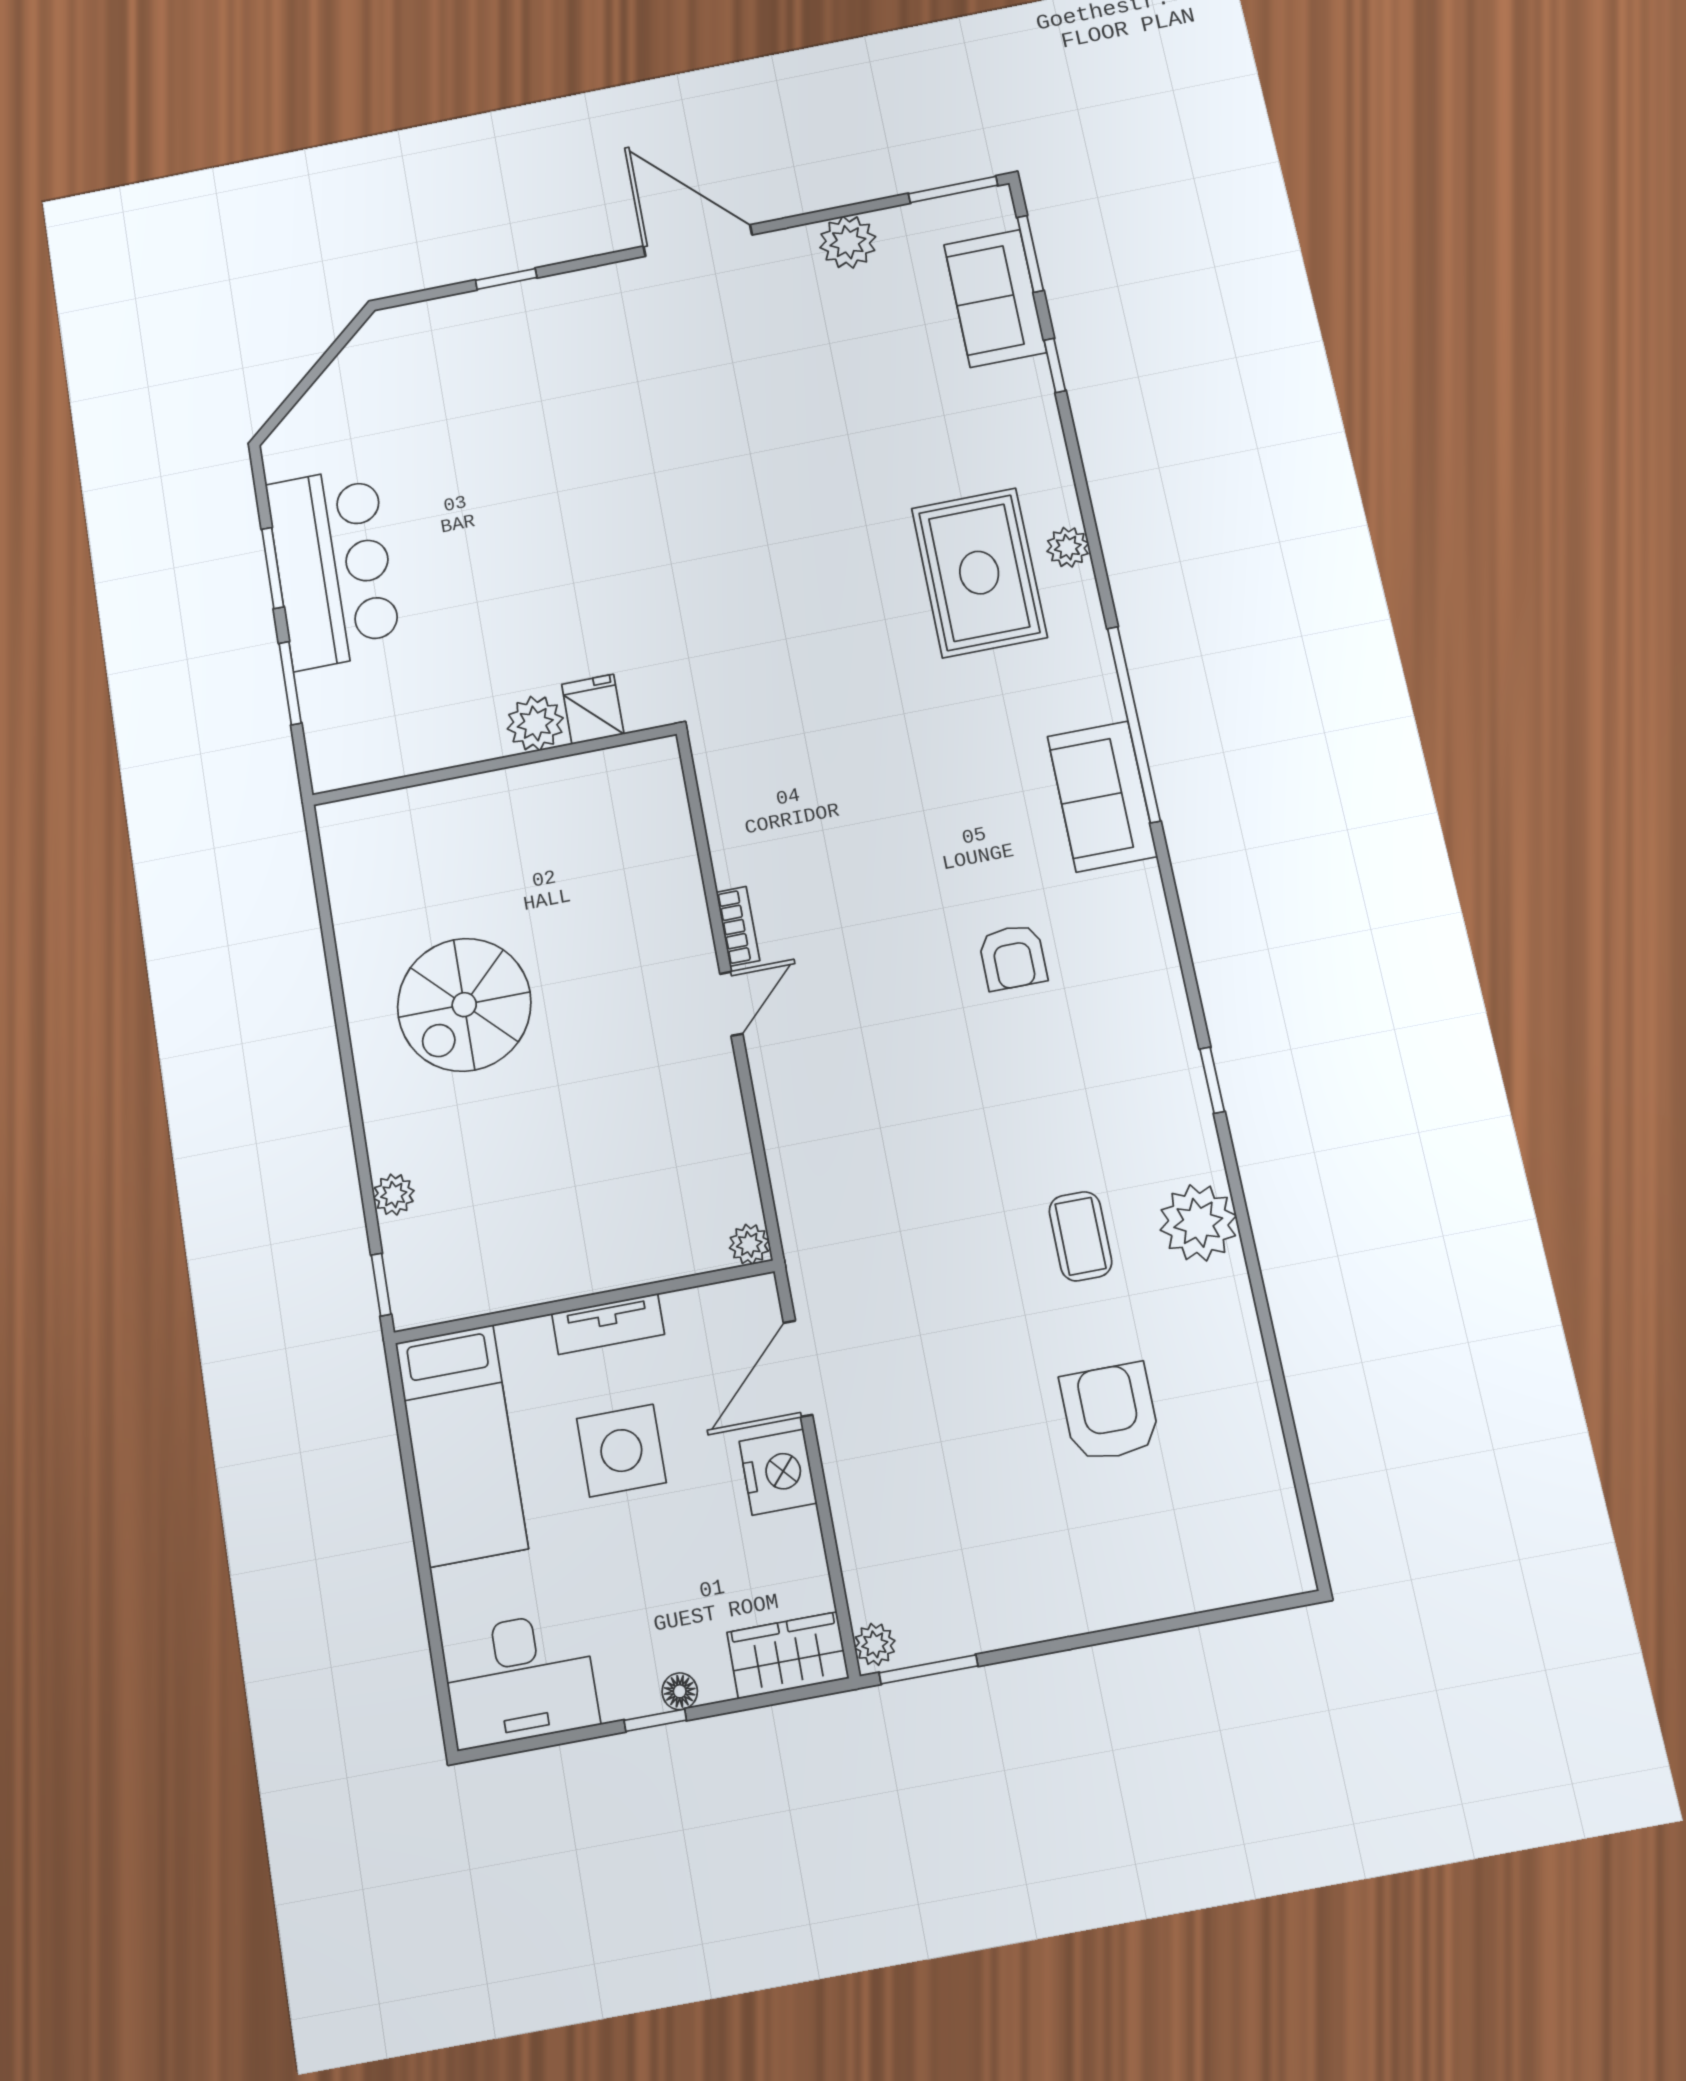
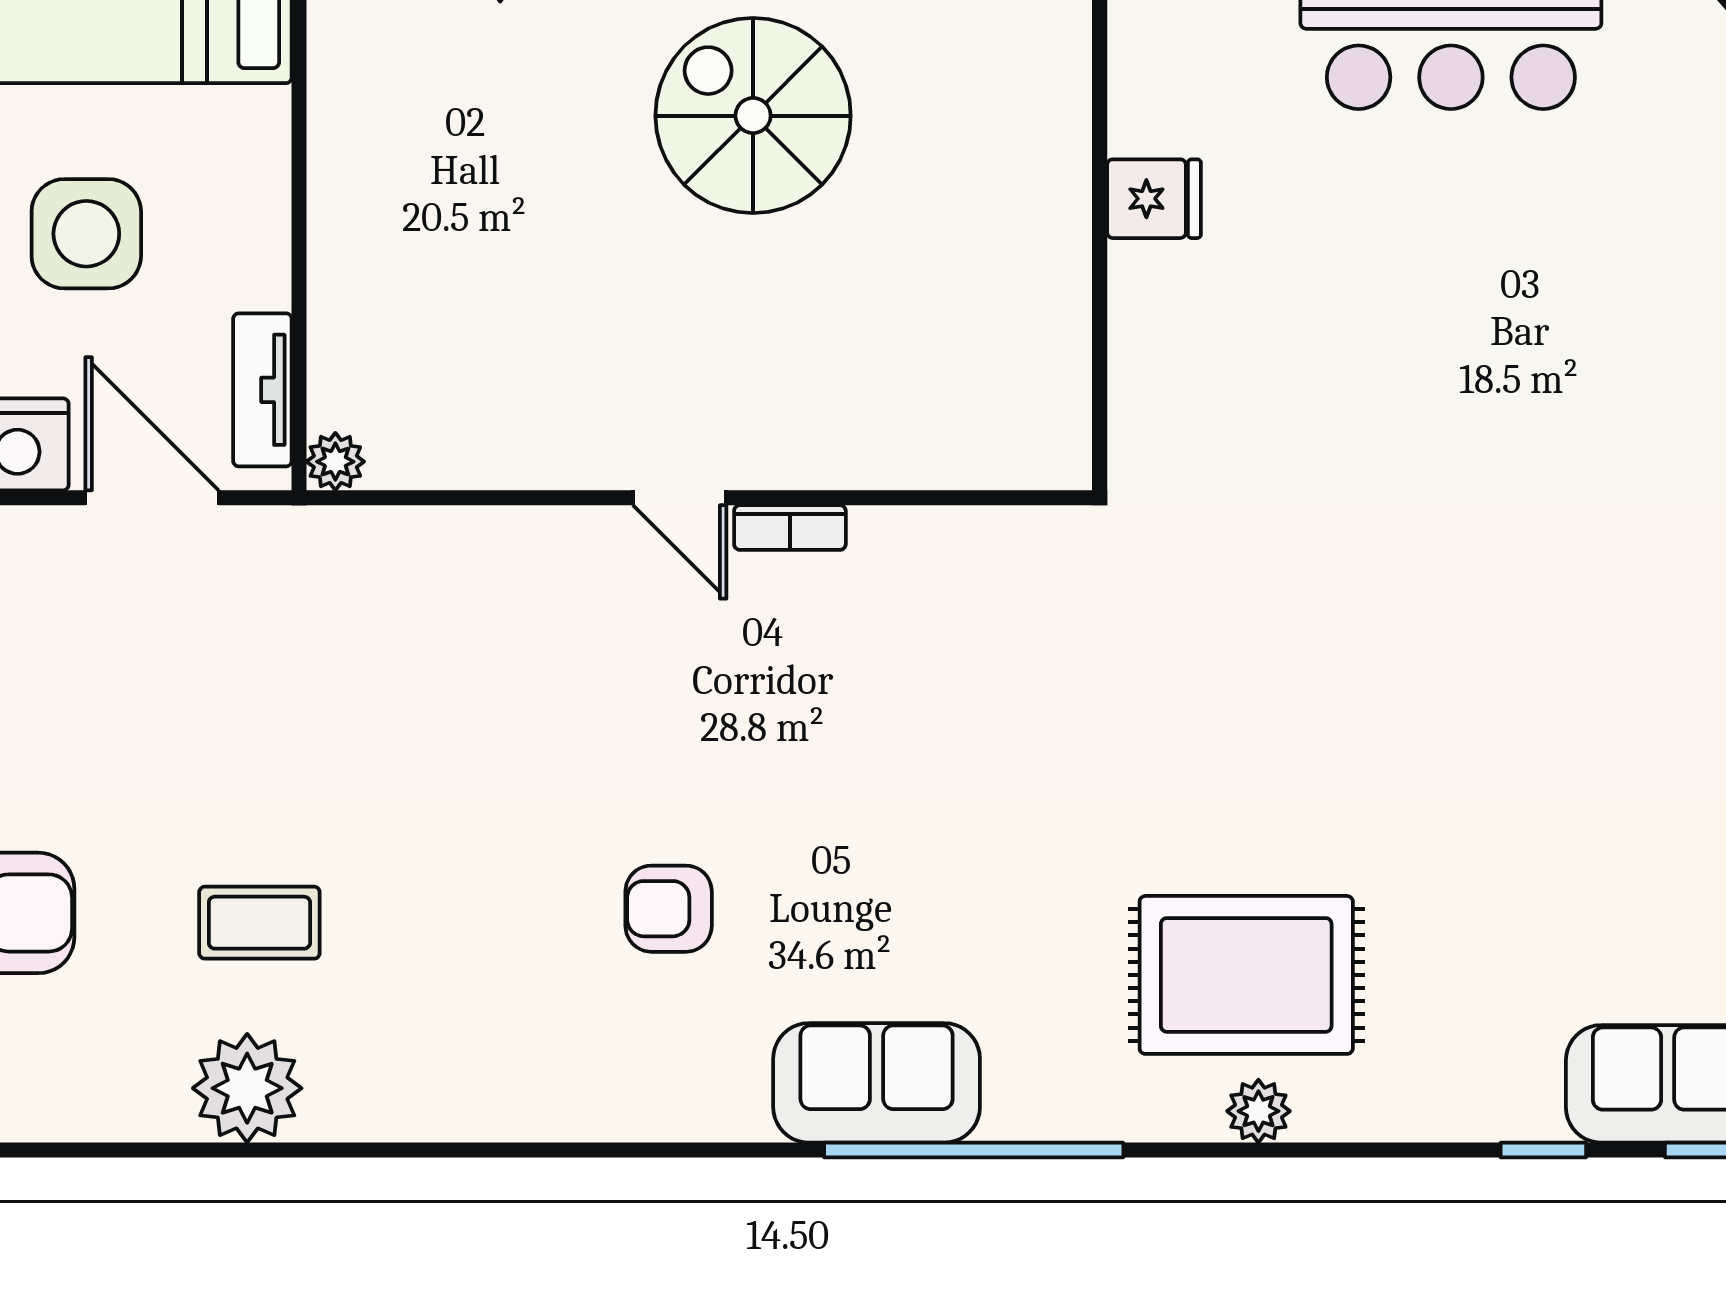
fridge: (593, 709) -> (1154, 199), moved
plant: (535, 723) -> (1150, 287), removed
window: (1212, 1080) -> (441, 1150), removed
tv unit: (608, 1324) -> (262, 390), moved

